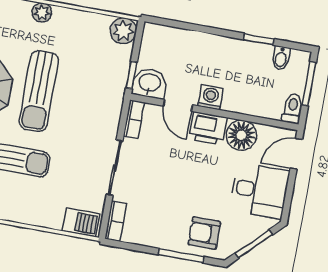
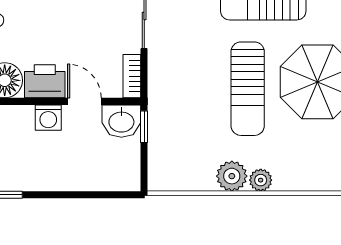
plant: (123, 31) -> (232, 176), moved
sun lounger: (39, 91) -> (248, 89), turned 180

